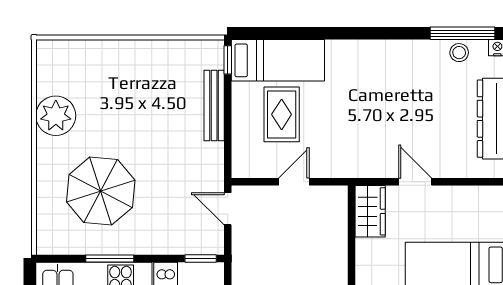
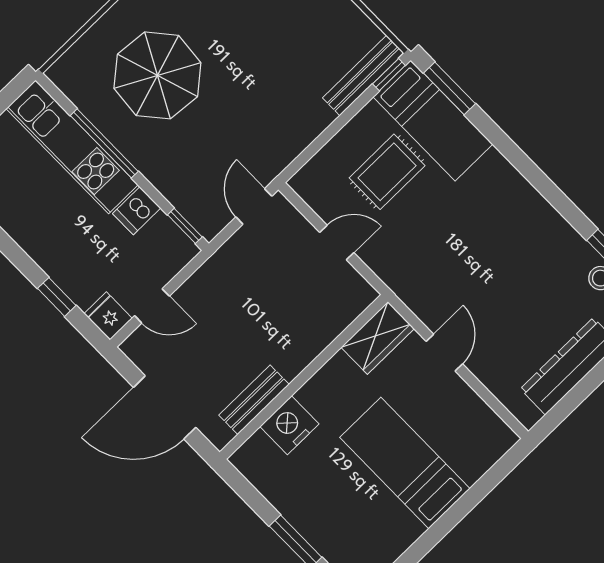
window: (269, 33) -> (449, 88), added
bench: (214, 105) -> (363, 76), moved
window: (110, 259) -> (104, 143), width x1.44

